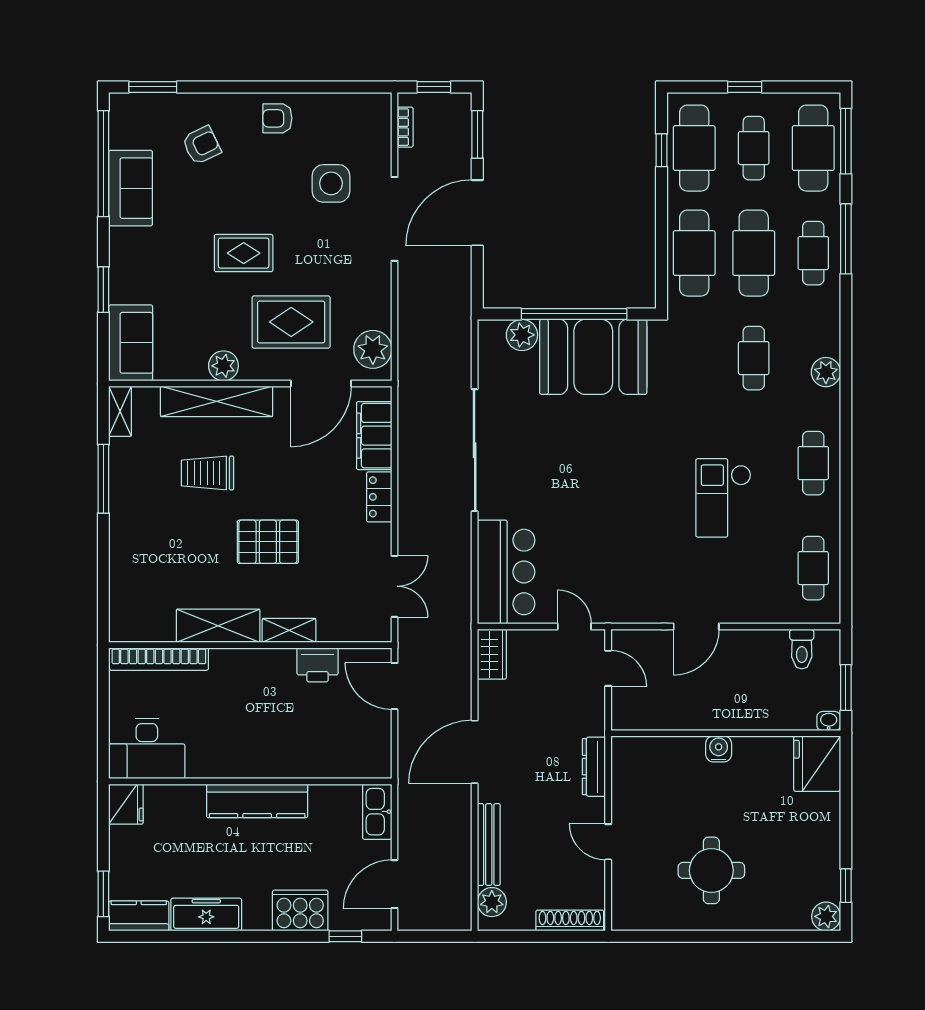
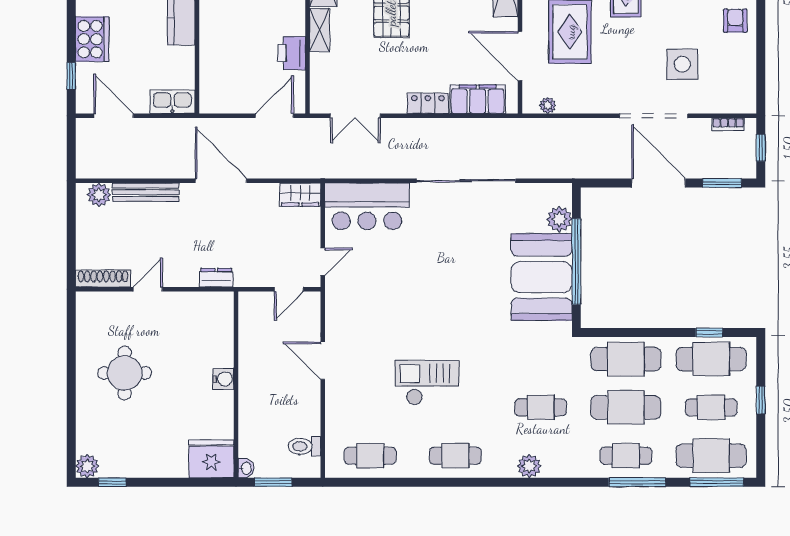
plant: (373, 349) -> (548, 105), width x0.53, depth x0.53
dresser: (594, 767) -> (216, 278), width x0.70
shoe rack: (570, 920) -> (103, 279), moved, turned -90

